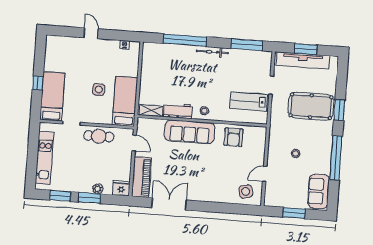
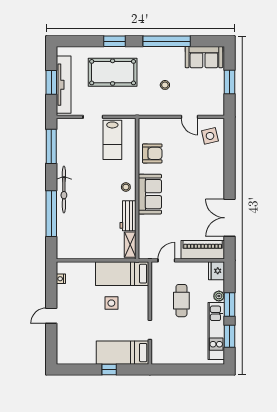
bicycle: (212, 52) -> (64, 190), width x1.37, depth x1.40
pool table: (311, 106) -> (113, 72), turned 90
sofa: (190, 132) -> (150, 194), width x0.73
cafe table: (99, 136) -> (181, 301), moved
kitchen unit: (44, 158) -> (216, 331), moved, turned -90

